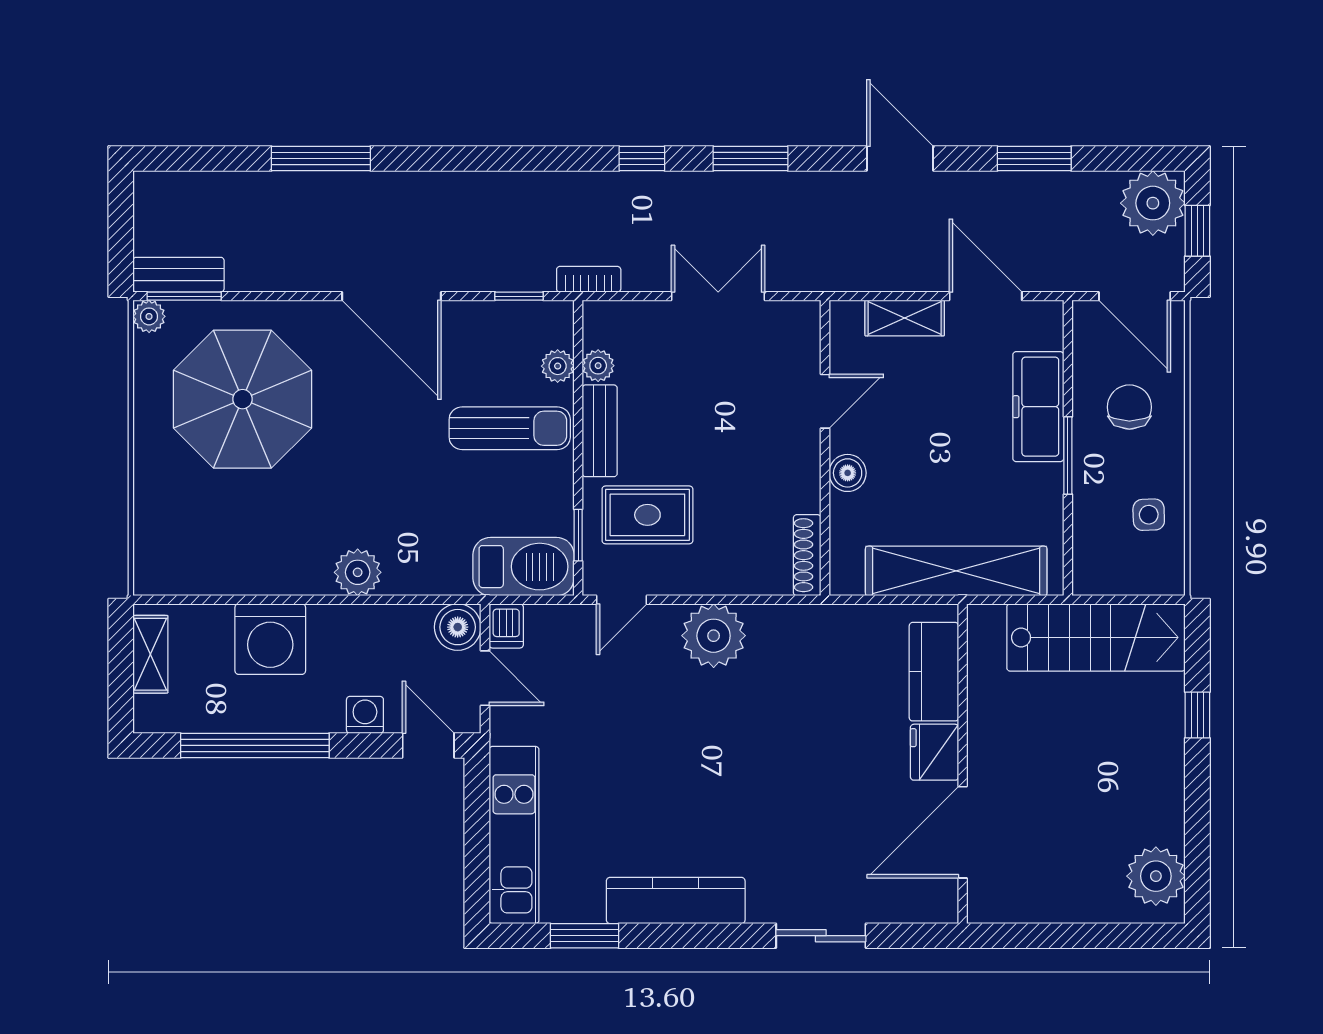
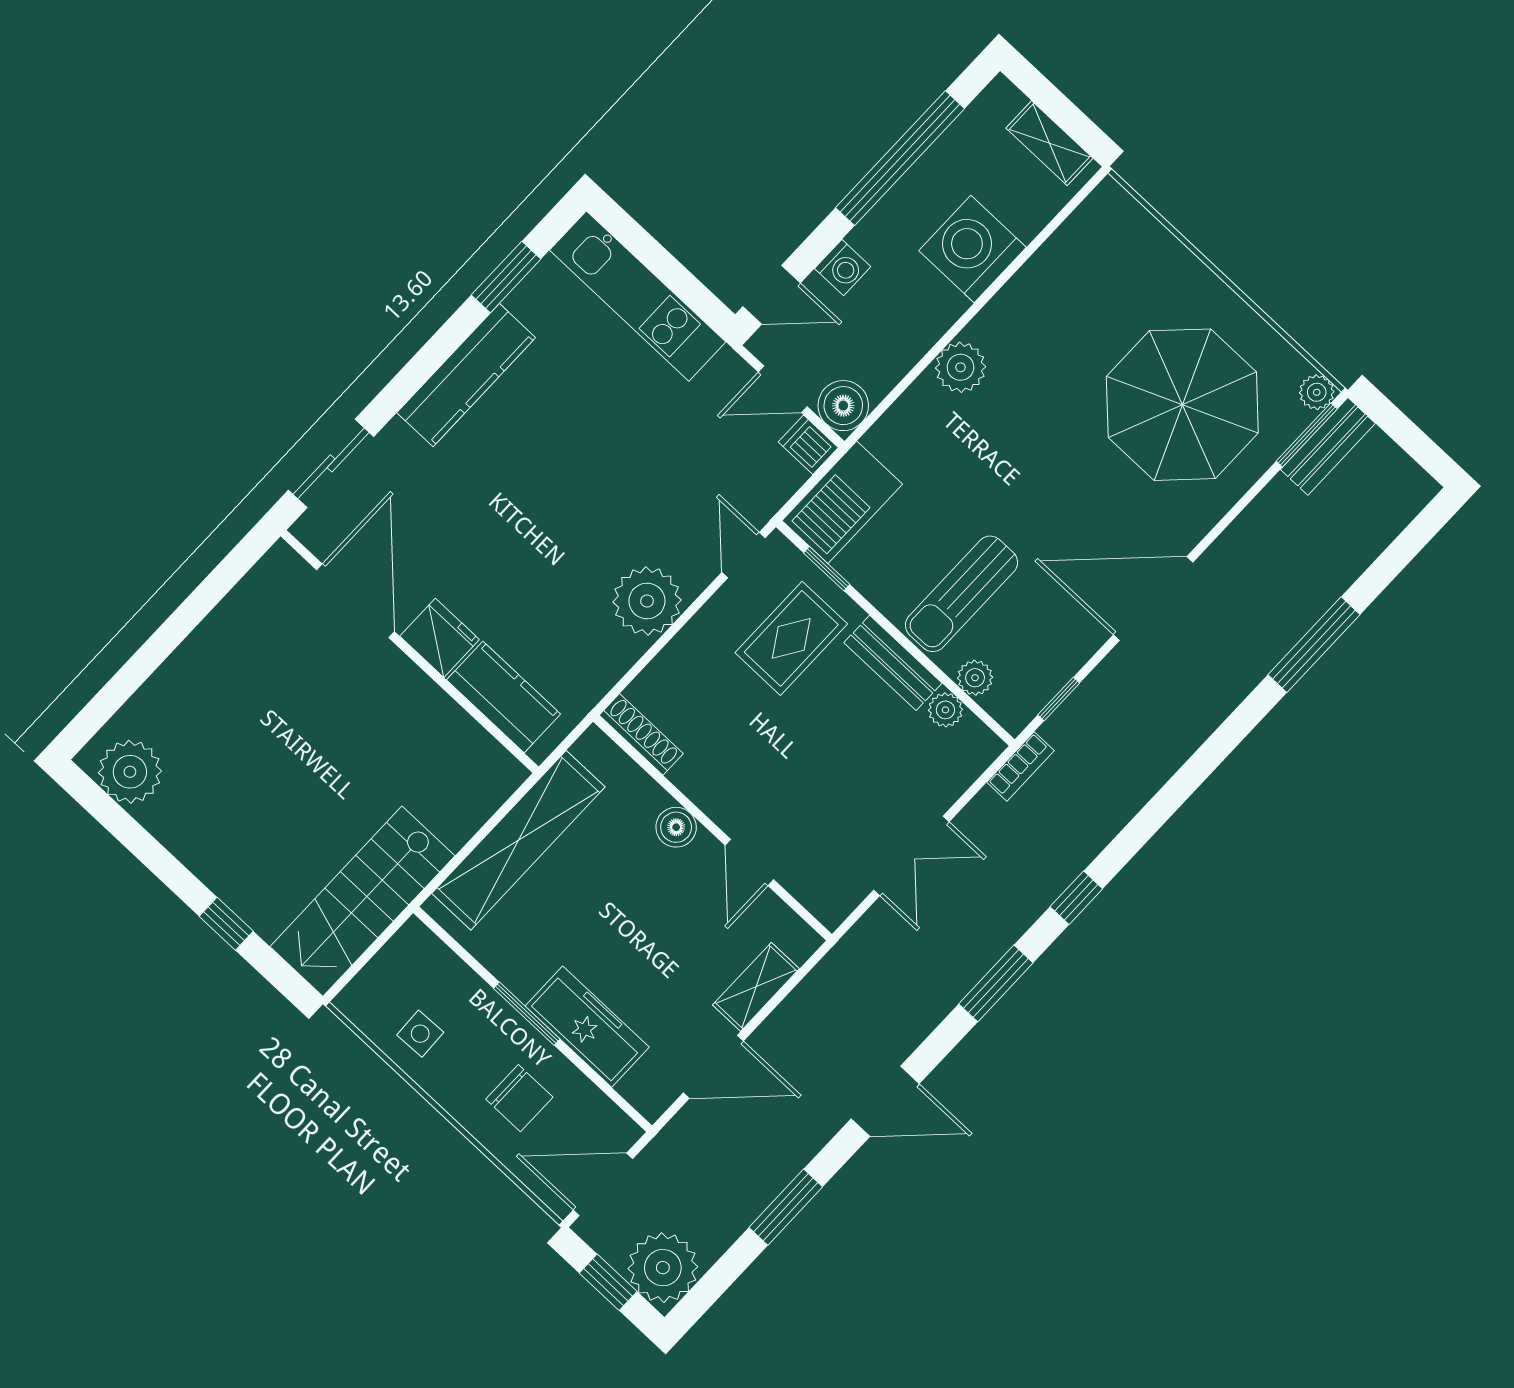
kitchen counter: (934, 672) -> (503, 697), moved
fridge: (934, 752) -> (440, 638), moved
wall: (963, 764) -> (410, 652), moved
door: (963, 832) -> (356, 601), moved

